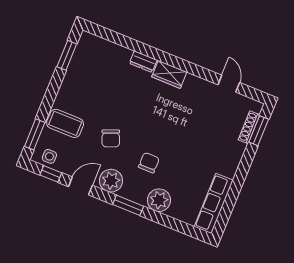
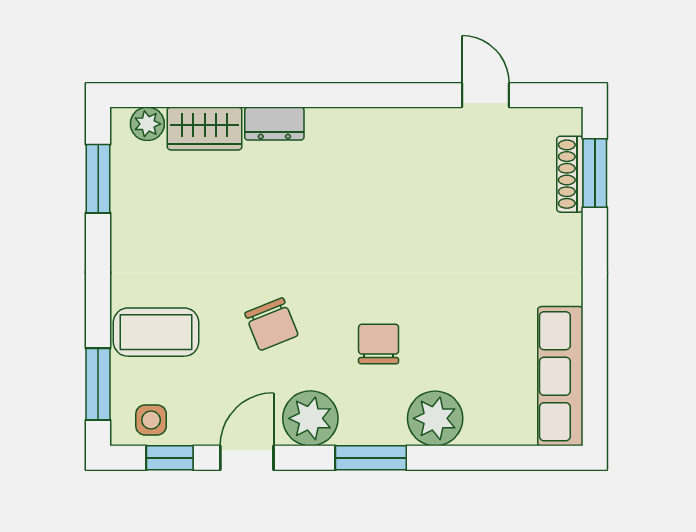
plant: (94, 42) -> (147, 124), added
wardrobe: (169, 74) -> (205, 128), moved

